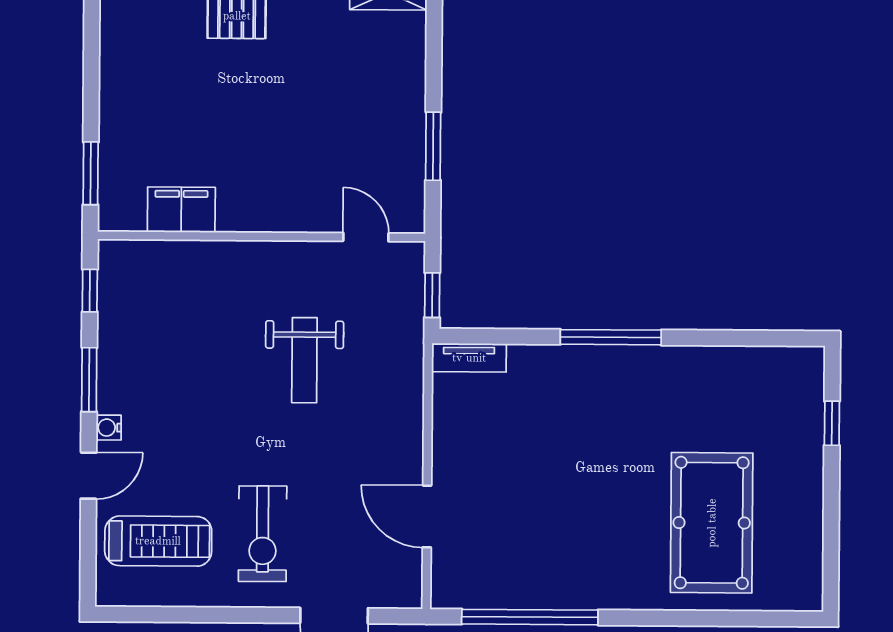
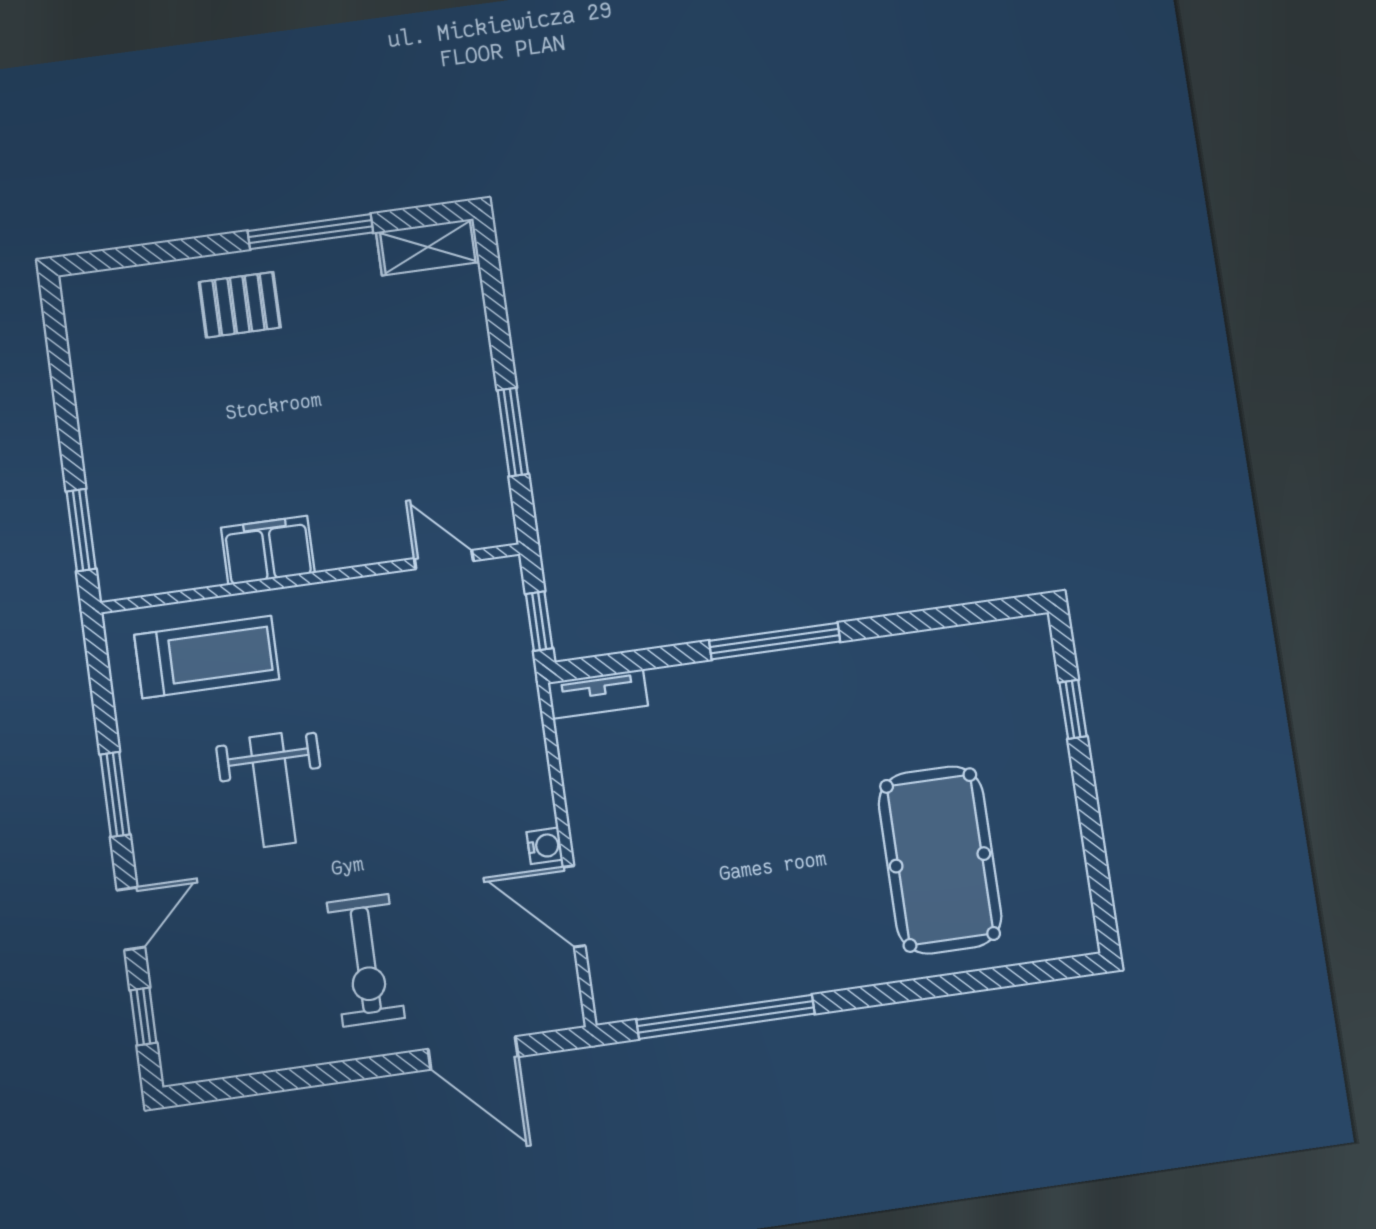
filing cabinet: (181, 210) -> (268, 550), moved
window: (90, 291) -> (143, 1016), moved
weight bench: (304, 360) -> (273, 790), moved
water cooler: (109, 428) -> (545, 846), moved, turned 180
treadmill: (158, 541) -> (207, 657), moved

